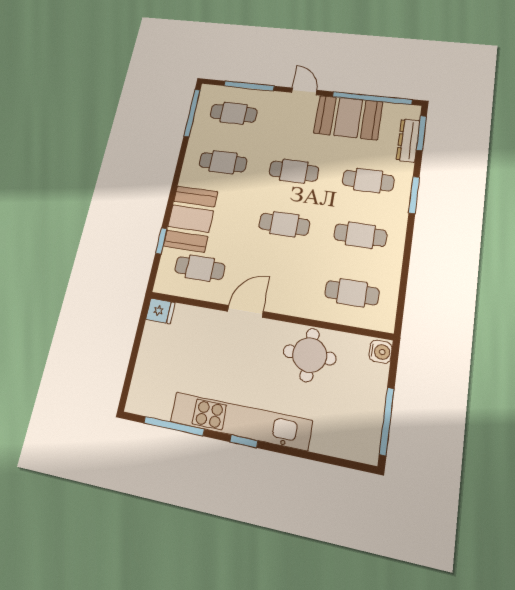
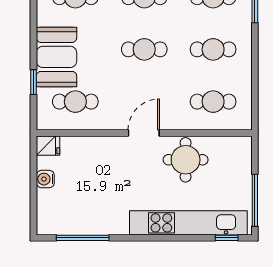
door: (245, 311) -> (144, 133), moved
water cooler: (380, 352) -> (45, 179), moved, turned 180
kitchen unit: (240, 421) -> (188, 223), moved
window: (244, 441) -> (227, 238), moved

